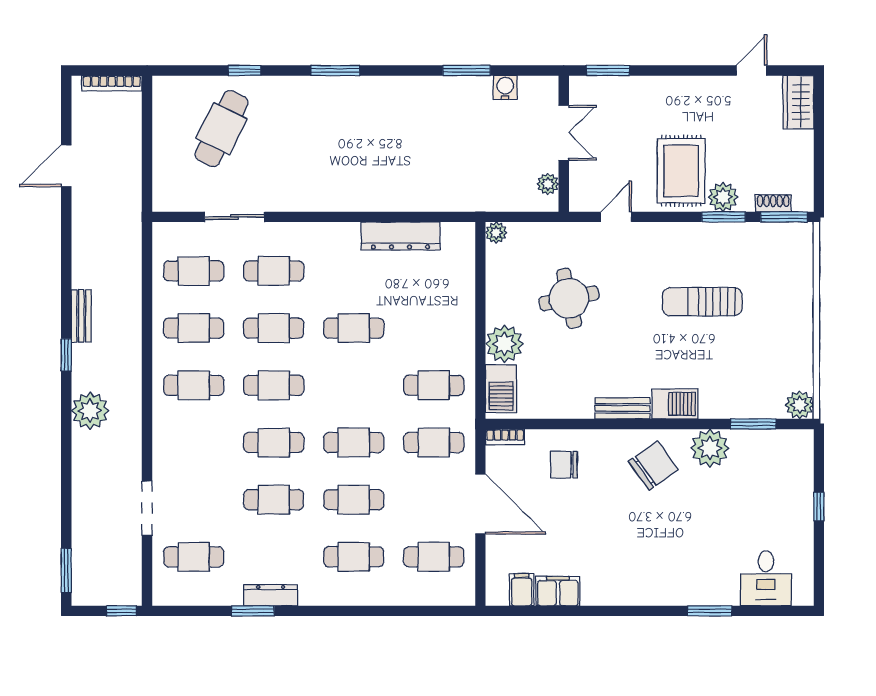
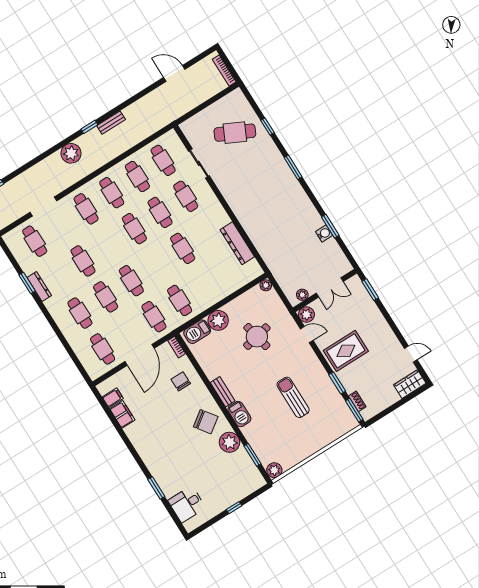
water cooler: (505, 88) -> (324, 233), moved
plant: (723, 197) -> (306, 315), moved
cafe table: (274, 443) -> (86, 209), moved

